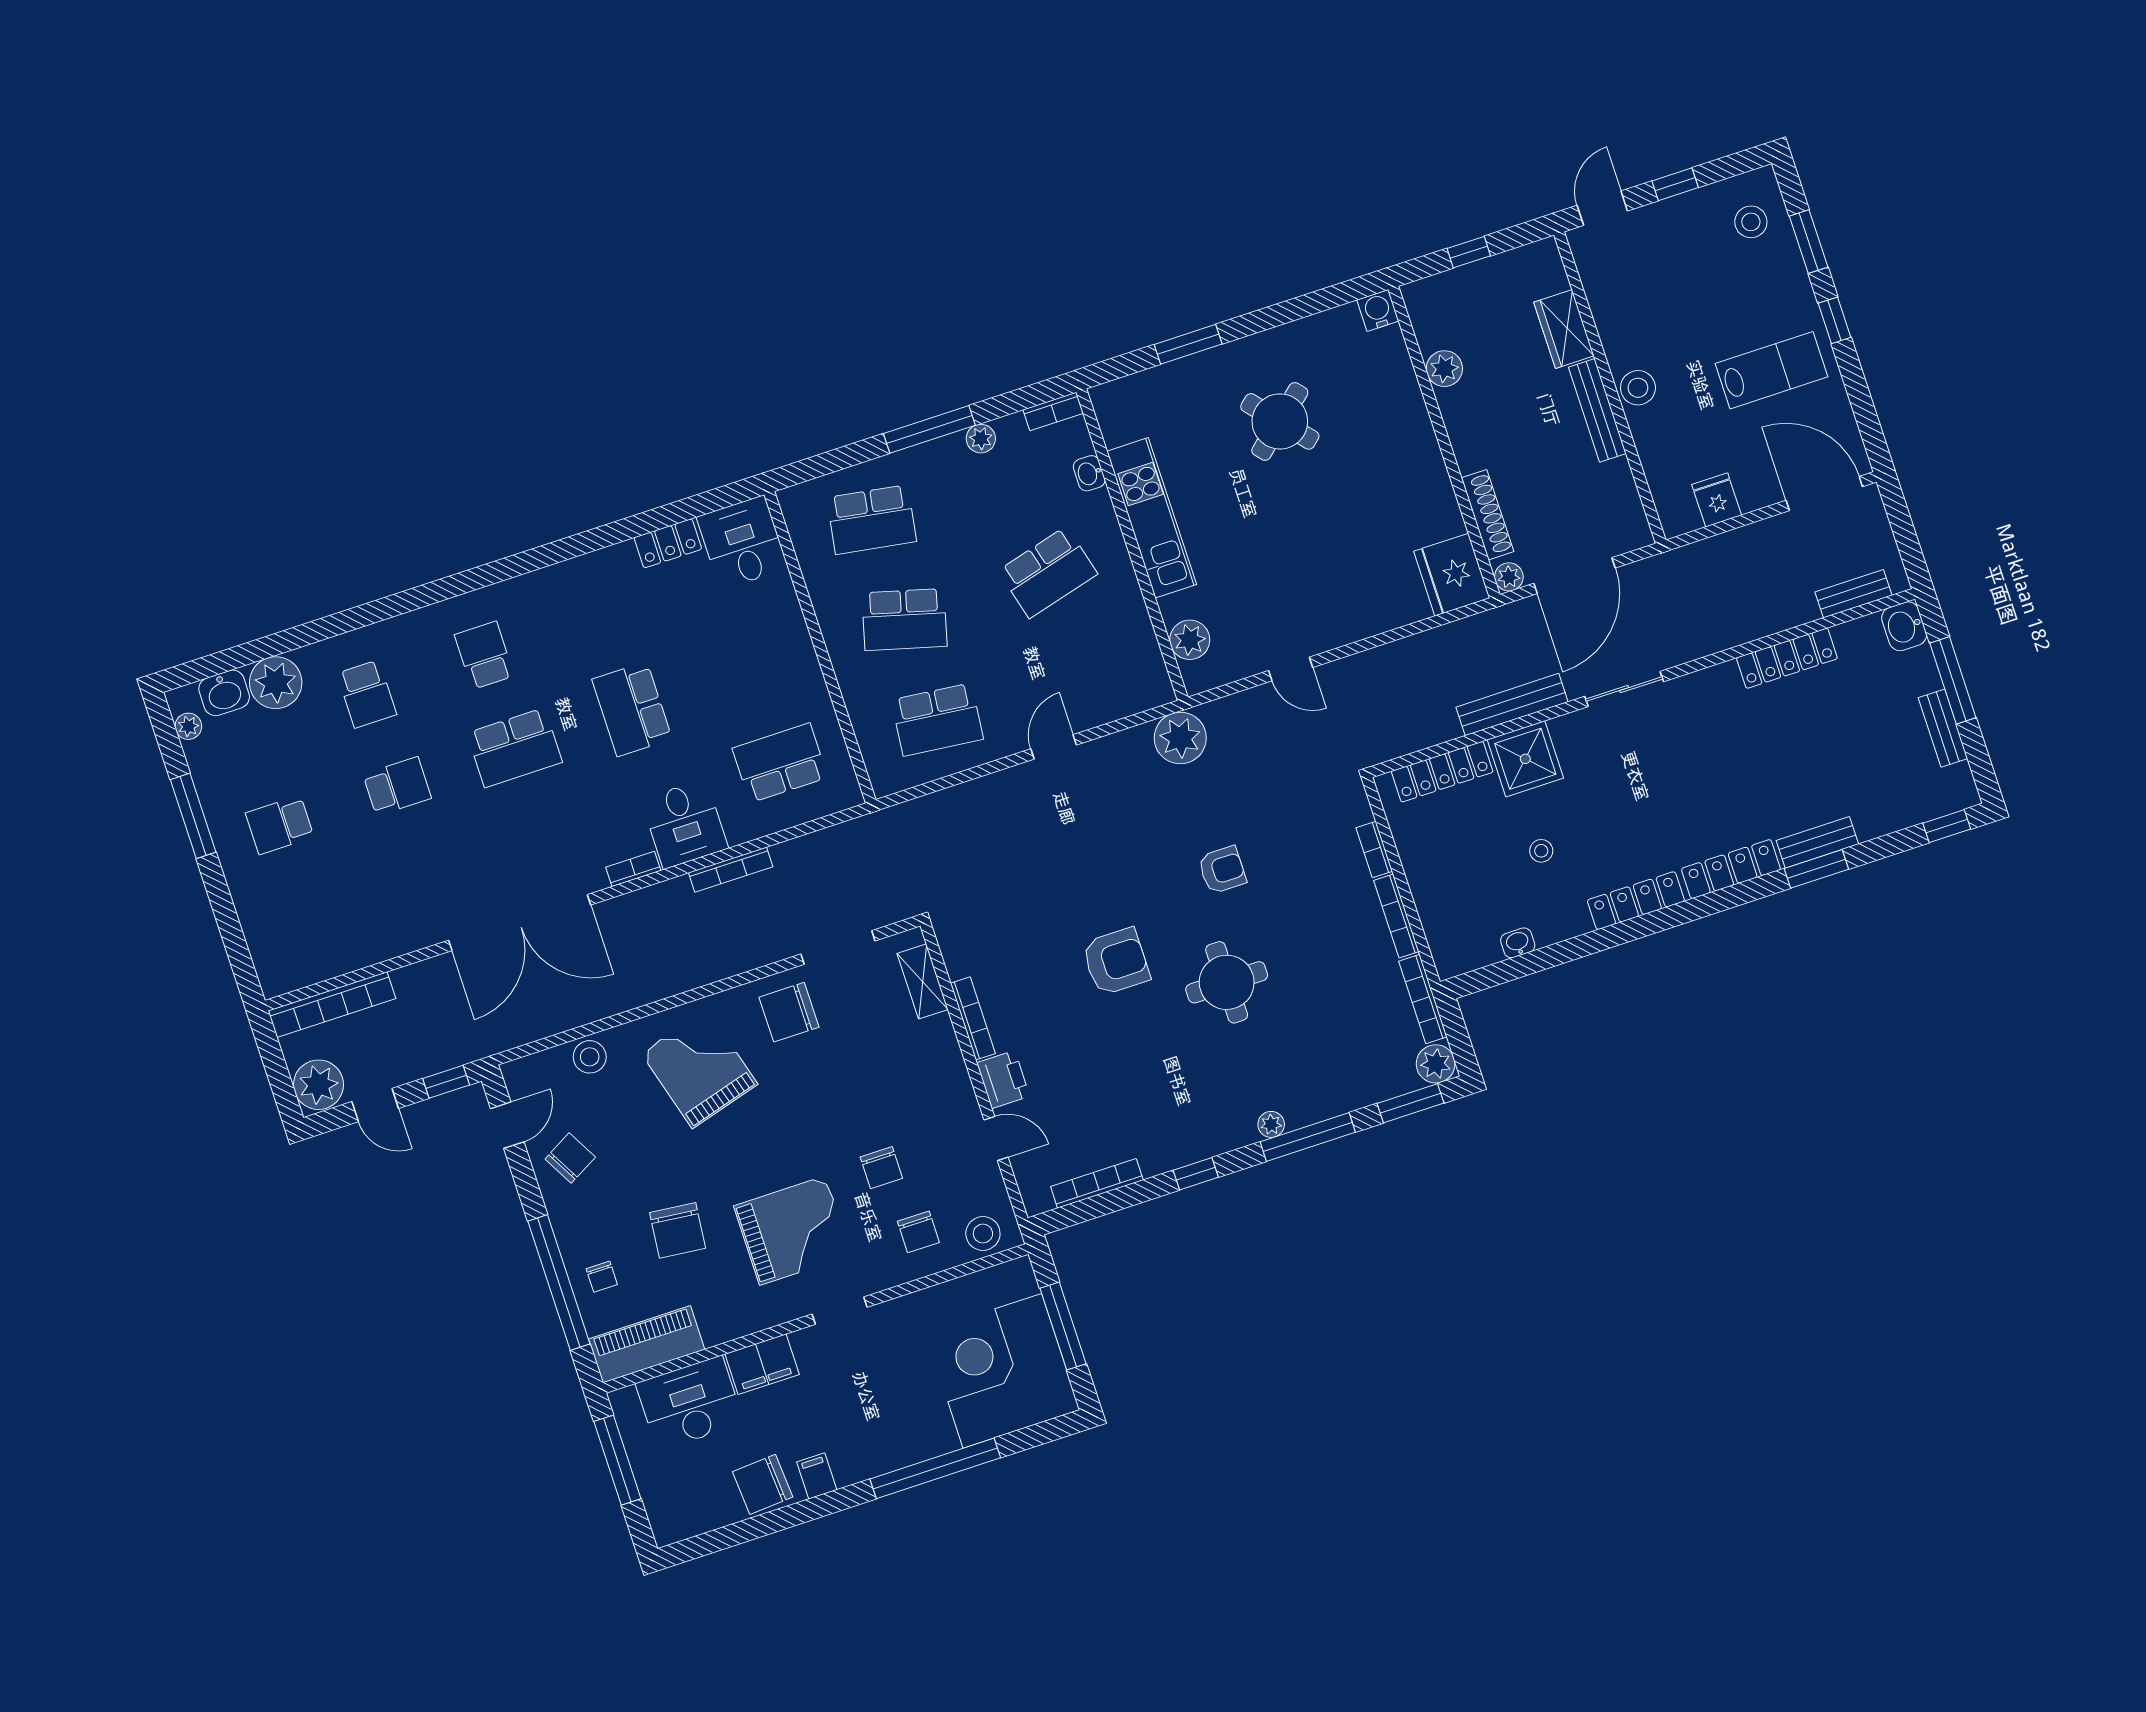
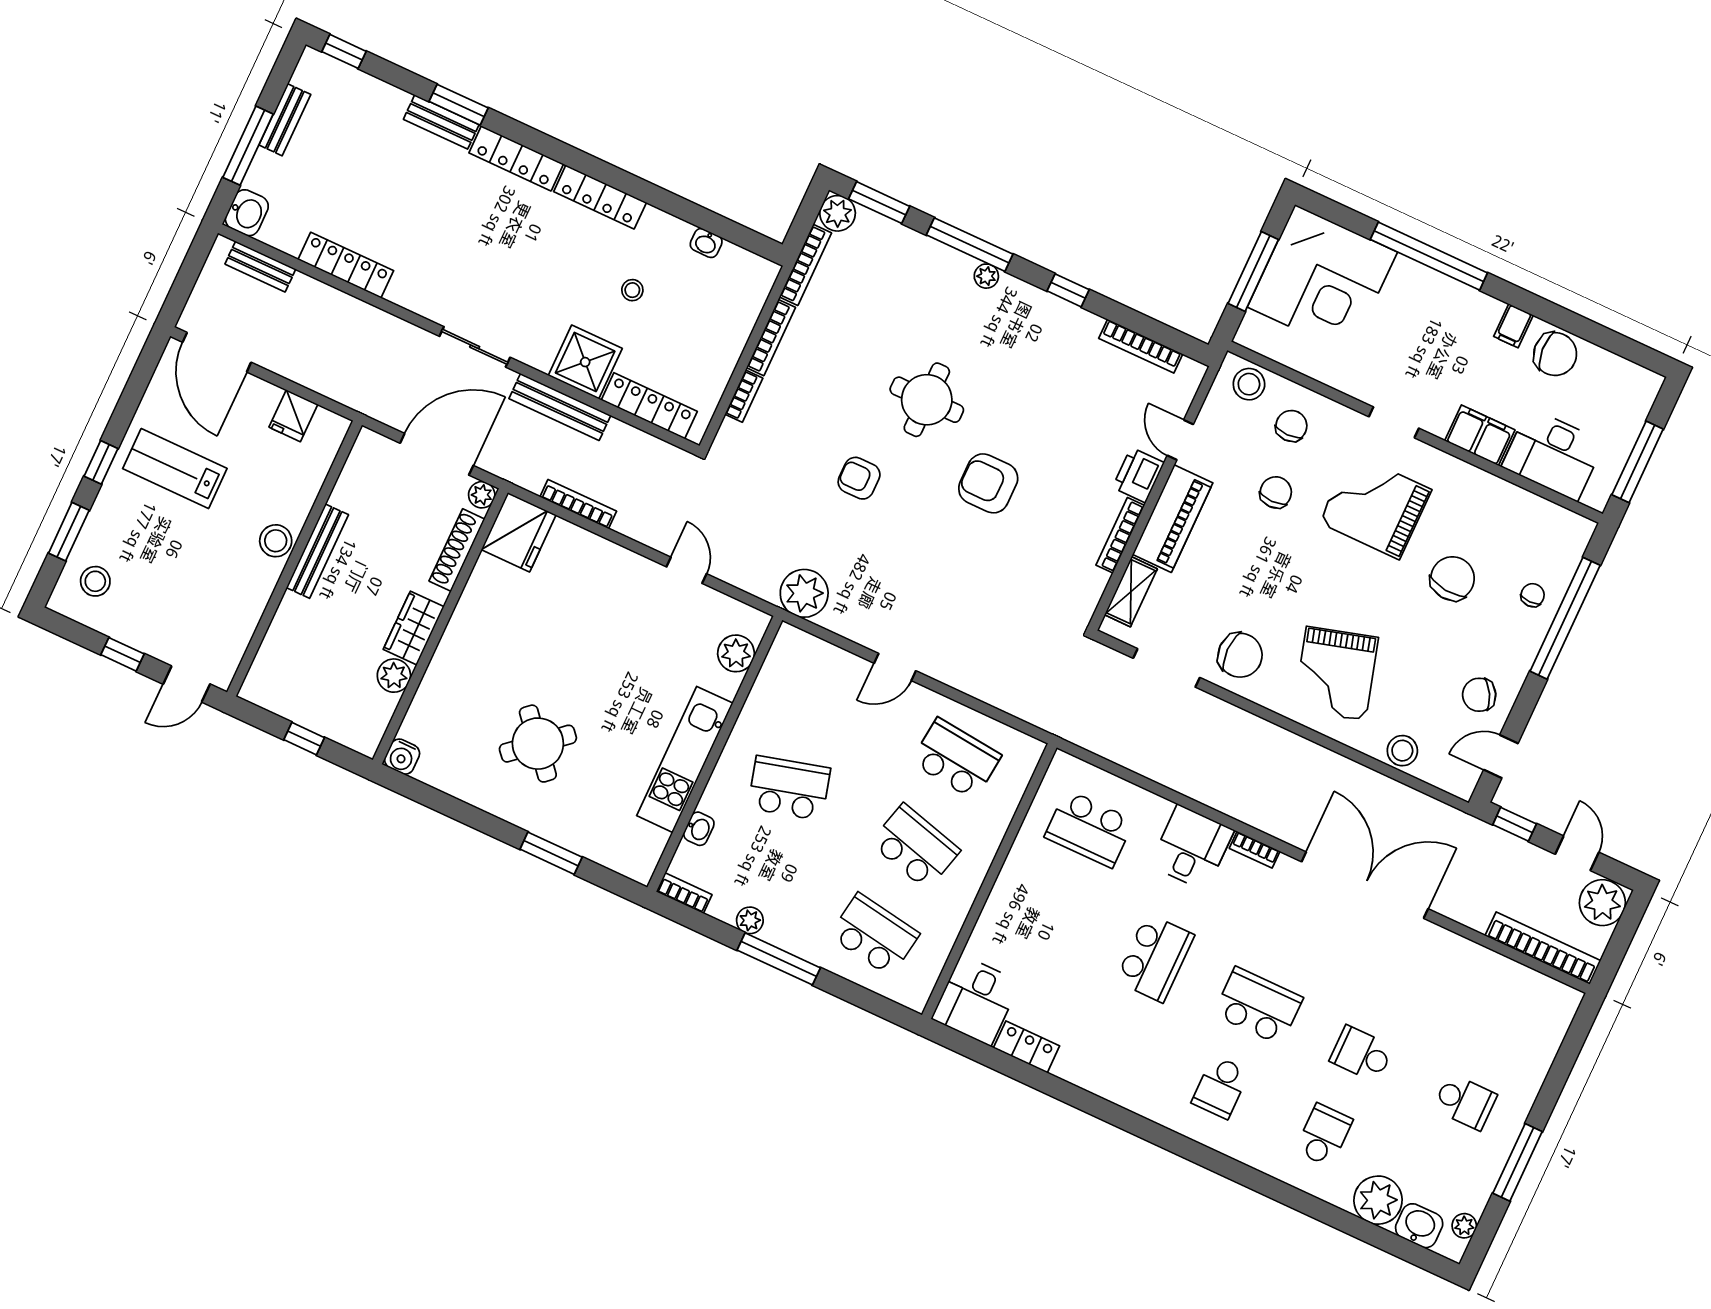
wardrobe: (1564, 329) -> (414, 628), moved, turned 180
bookcase: (731, 870) -> (578, 504), moved
piano: (647, 1344) -> (1173, 519), moved, turned -90

